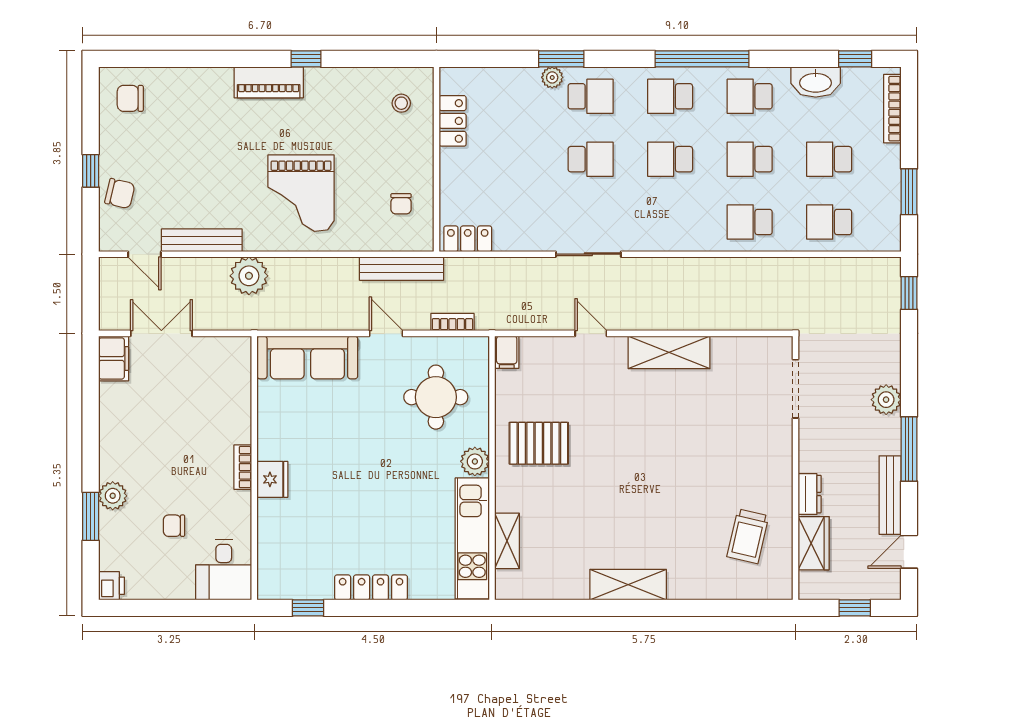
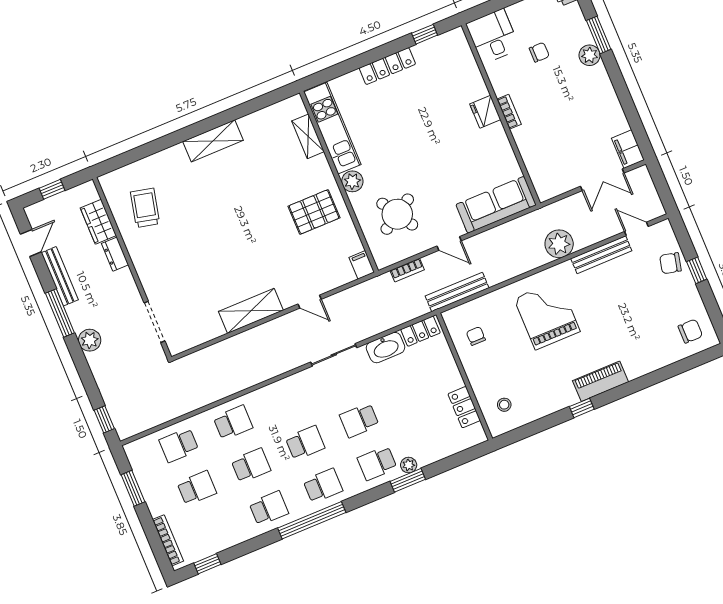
washbasin: (816, 82) -> (386, 348), moved, turned 180
school desk: (829, 222) -> (179, 445), turned 180
round table: (436, 397) -> (397, 214), turned -32

